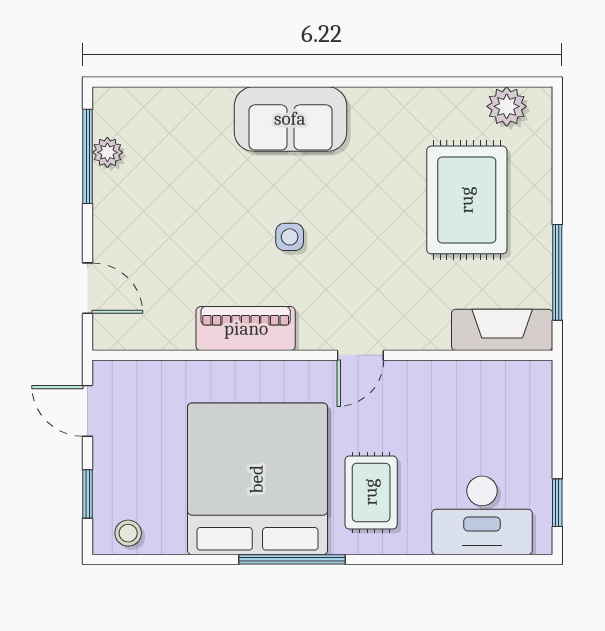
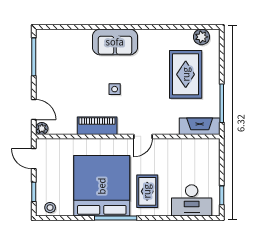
plant: (107, 152) -> (42, 128), moved

